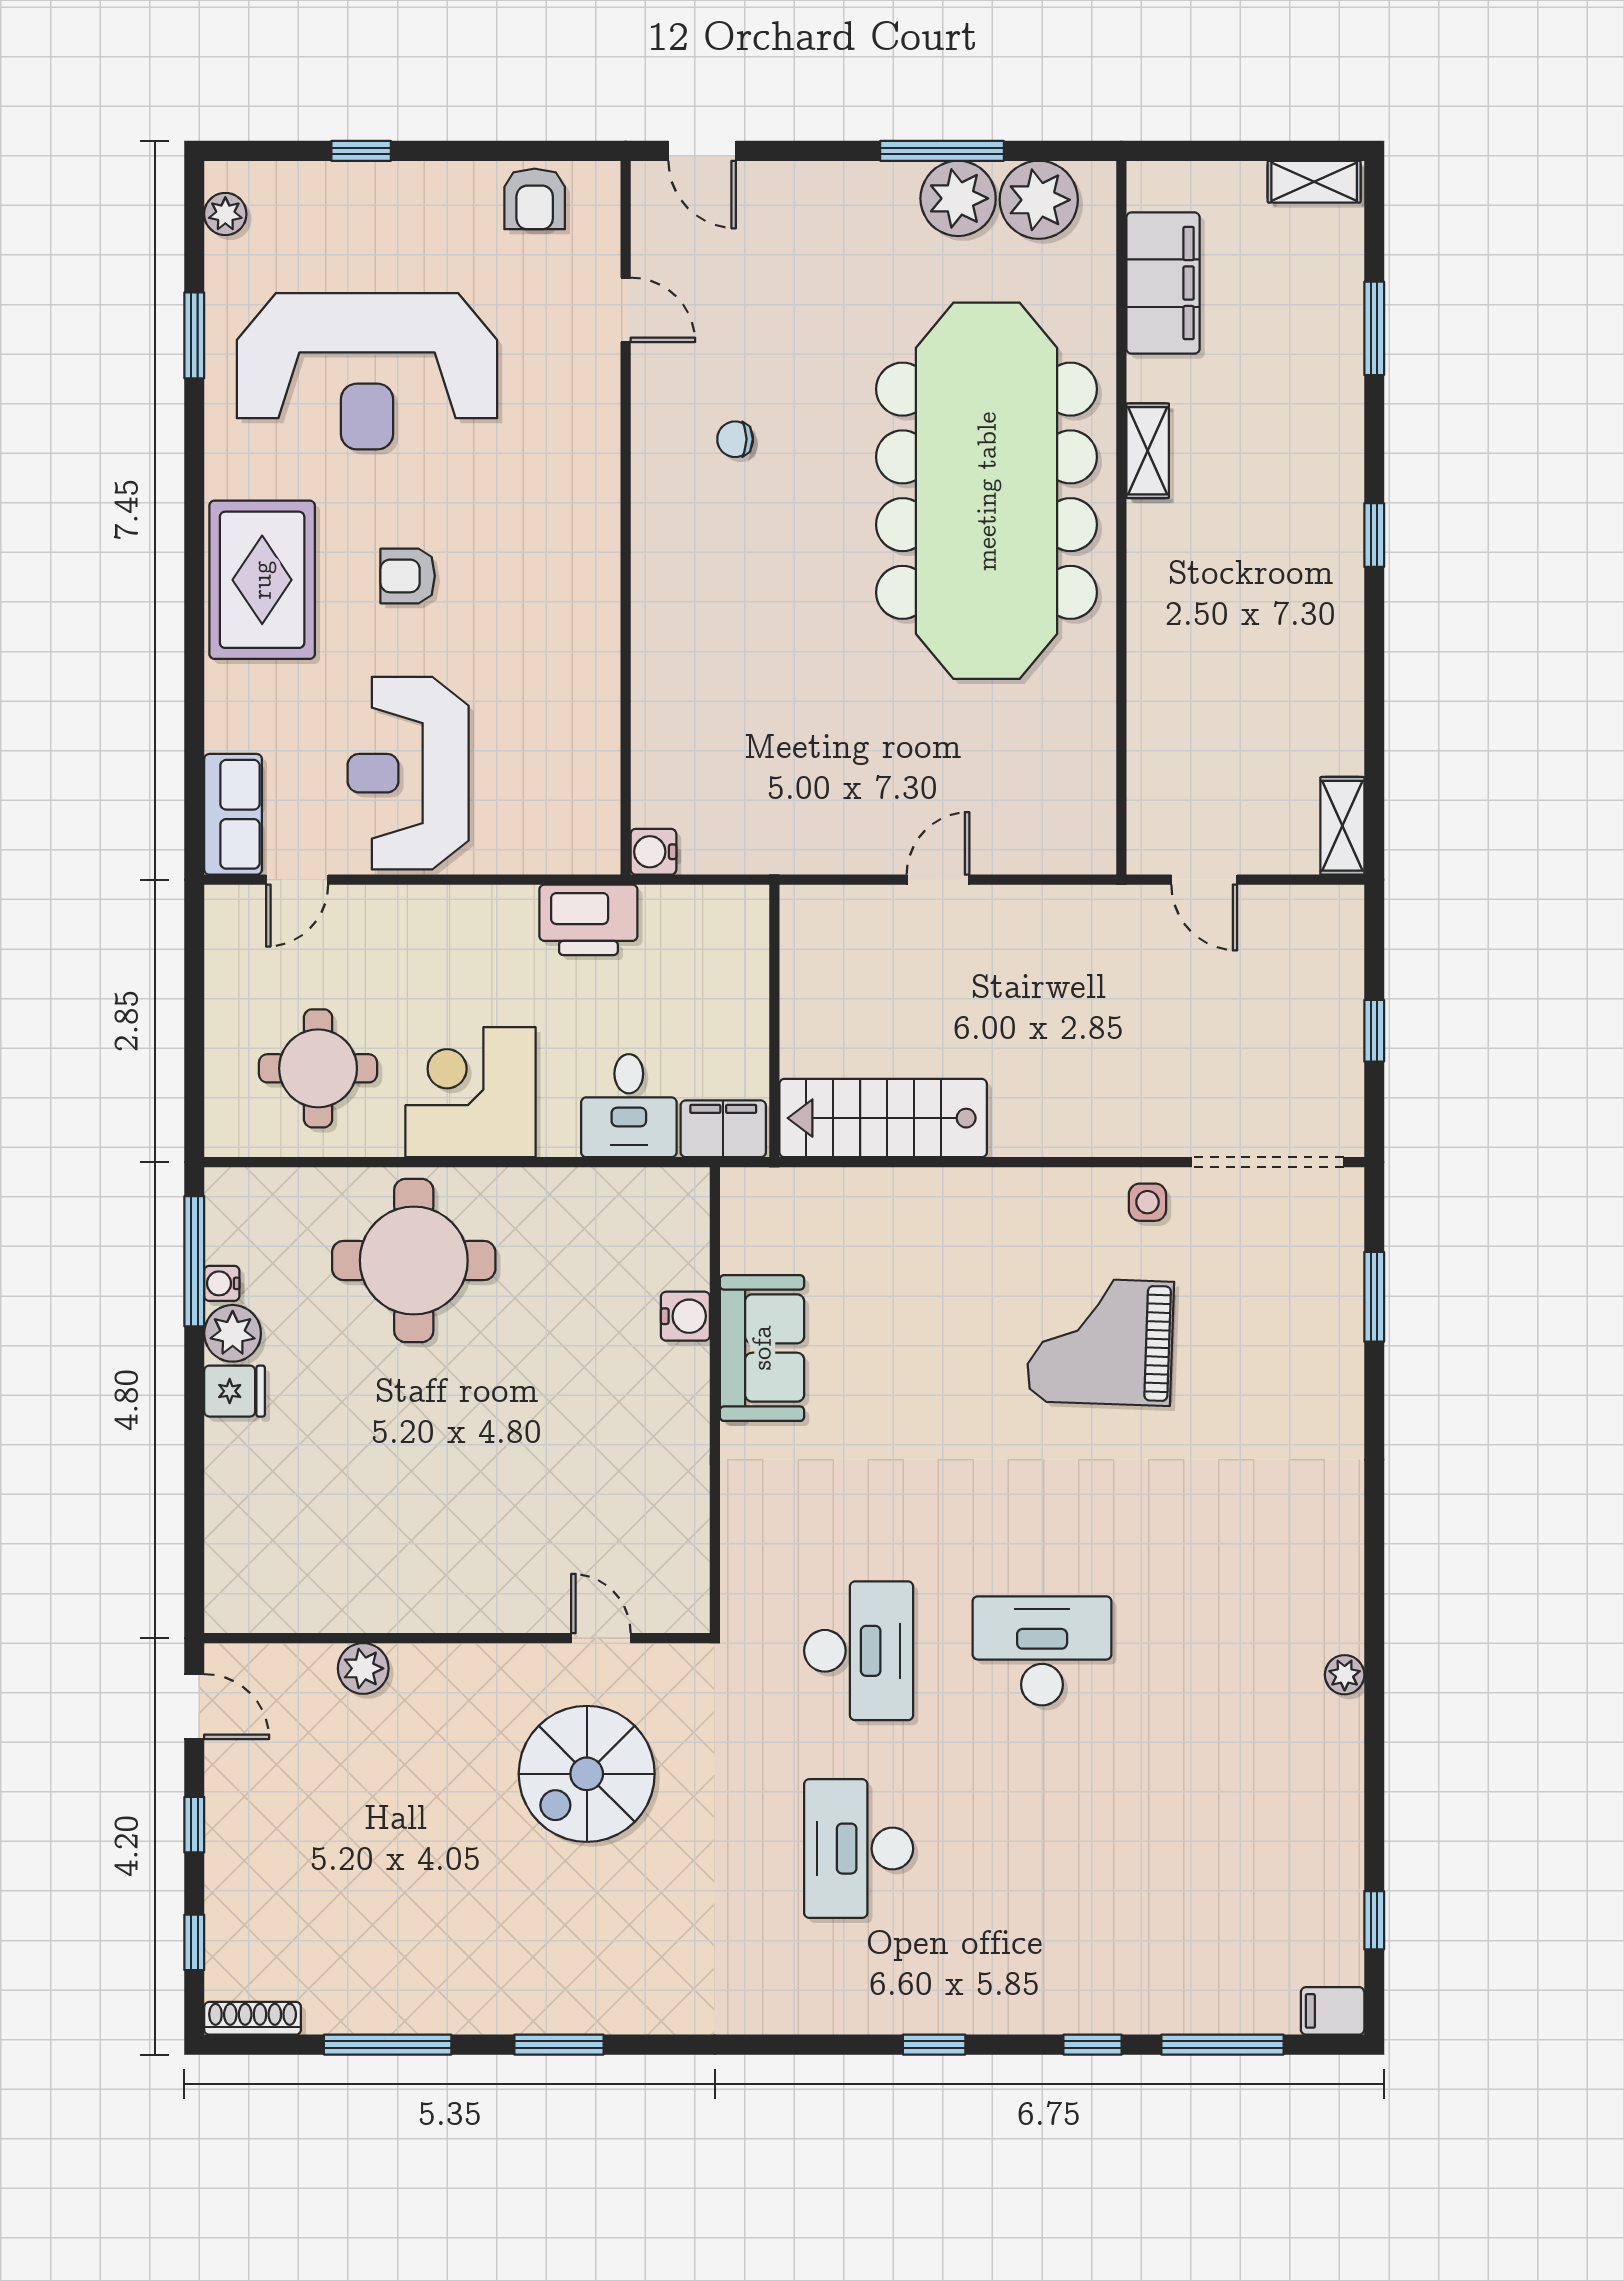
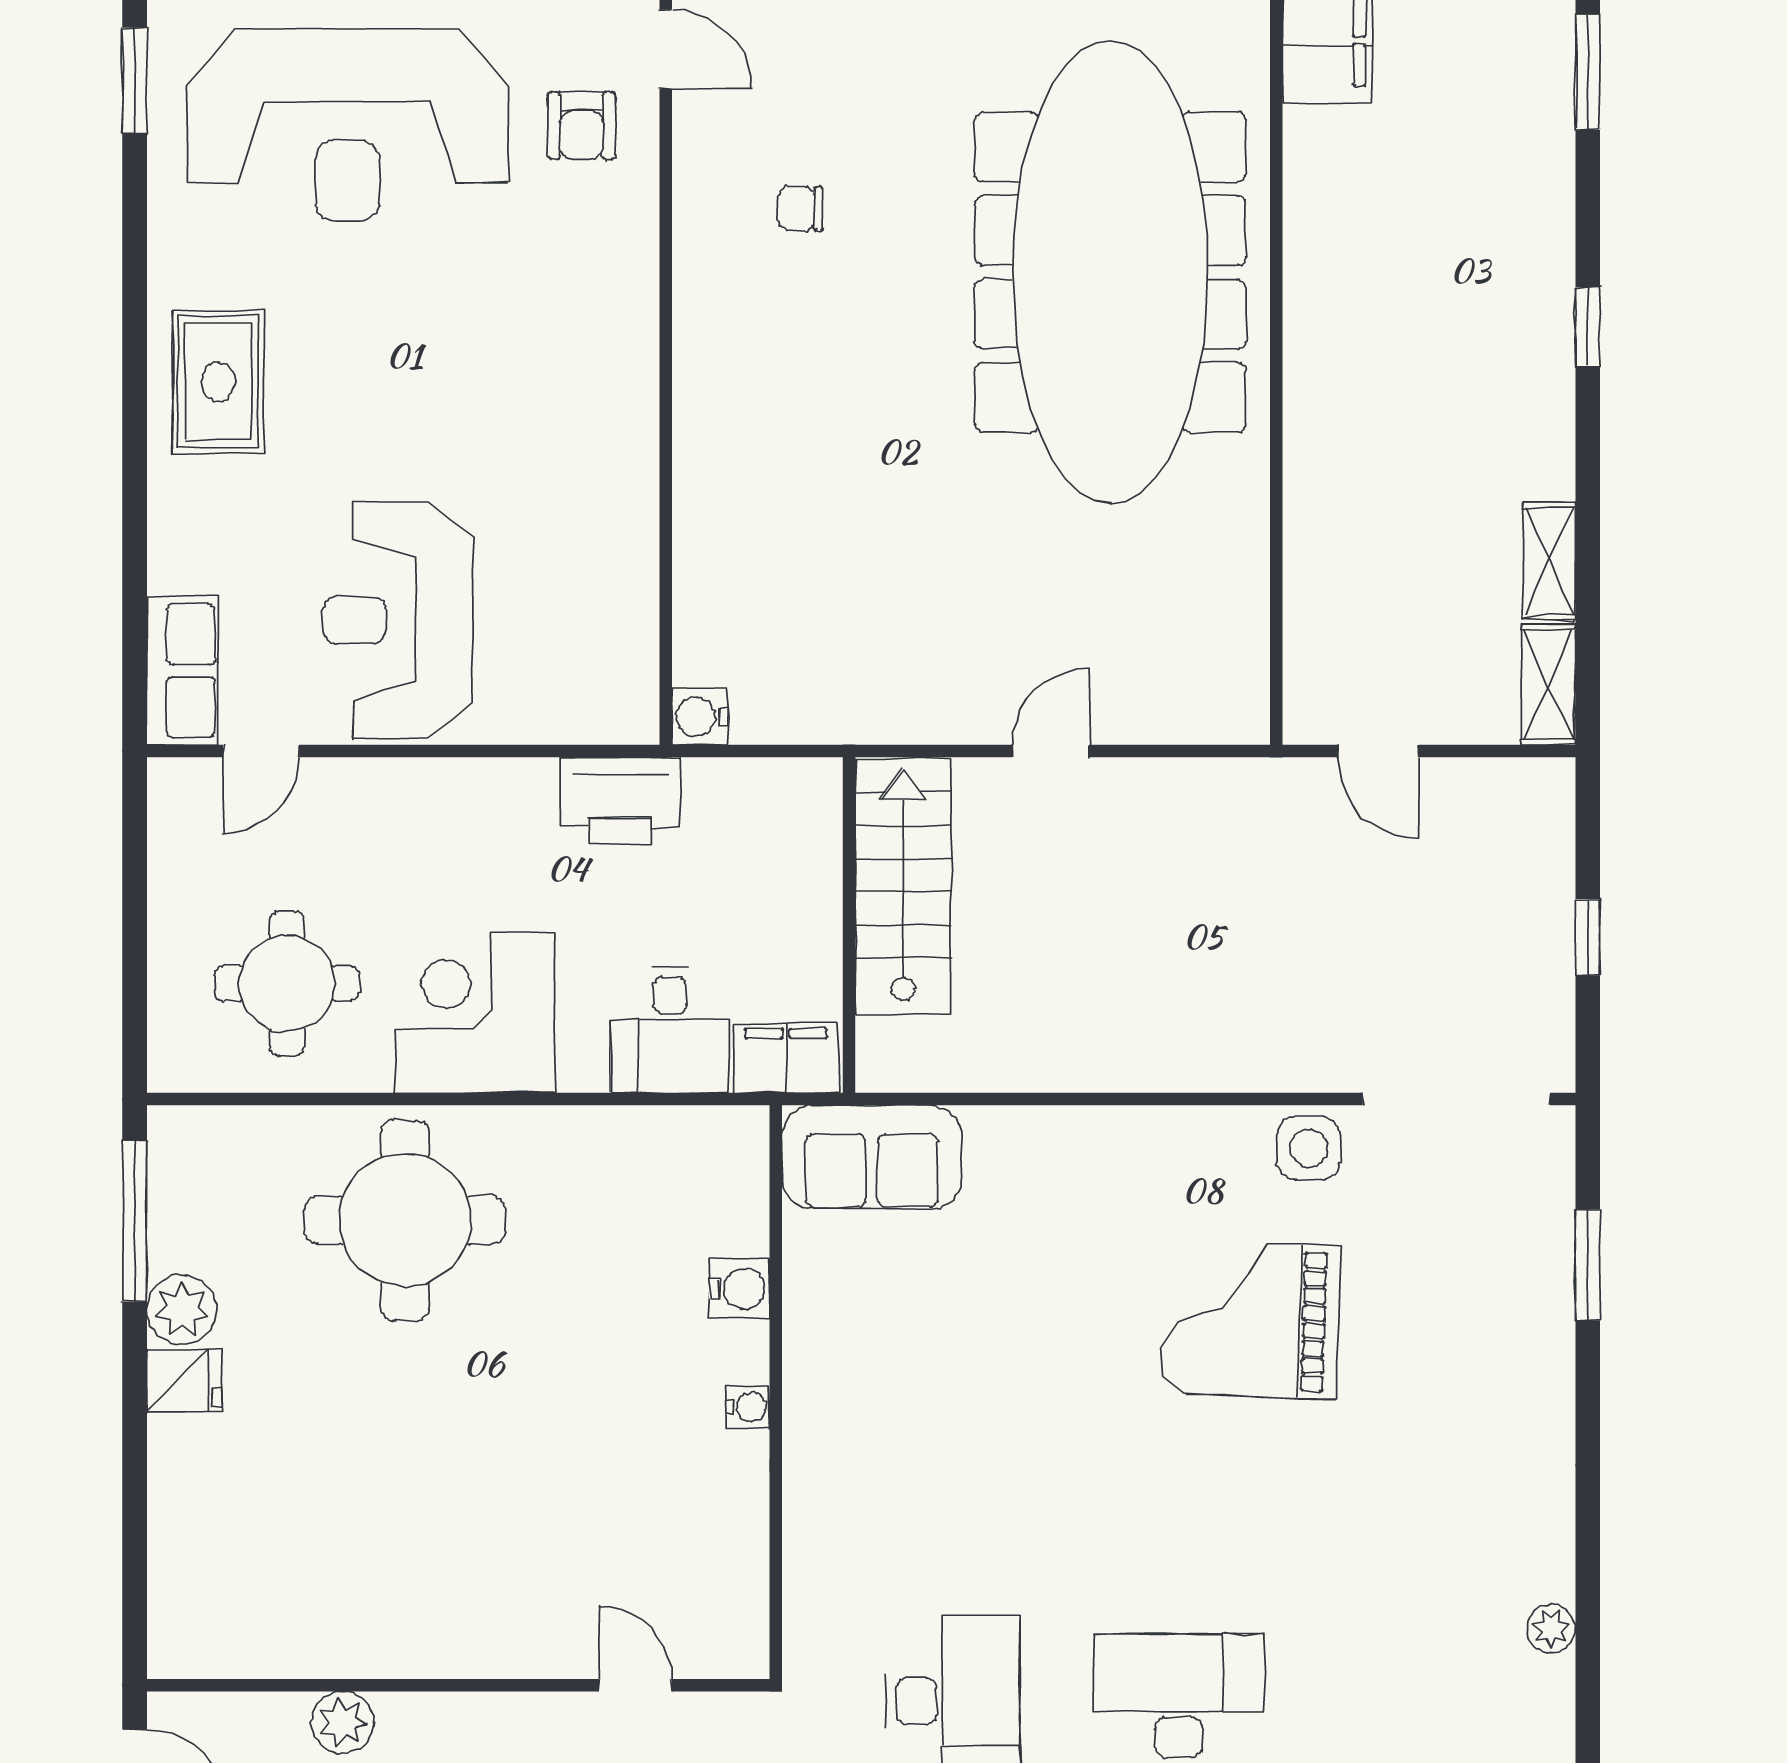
shelving: (1148, 451) -> (1549, 561), moved
armchair: (408, 576) -> (581, 125), moved, turned -90
rug: (262, 580) -> (218, 382), width x0.73, depth x0.70
stairs: (883, 1118) -> (903, 887), moved, turned 90
side table: (1147, 1202) -> (1309, 1148), width x1.37, depth x1.37
water cooler: (222, 1283) -> (748, 1407), moved, turned 180
sofa: (762, 1348) -> (872, 1157), moved, turned 90
plant: (1345, 1675) -> (1551, 1629), moved

